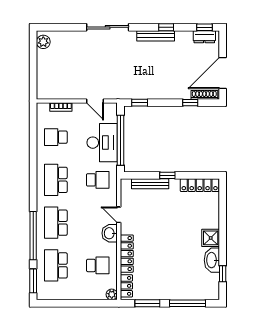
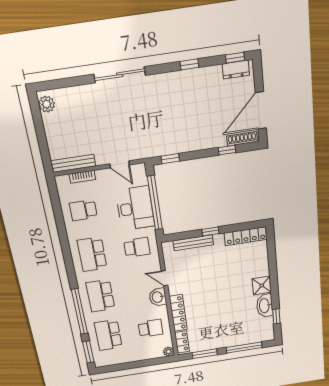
bench: (156, 36) -> (73, 163), moved

